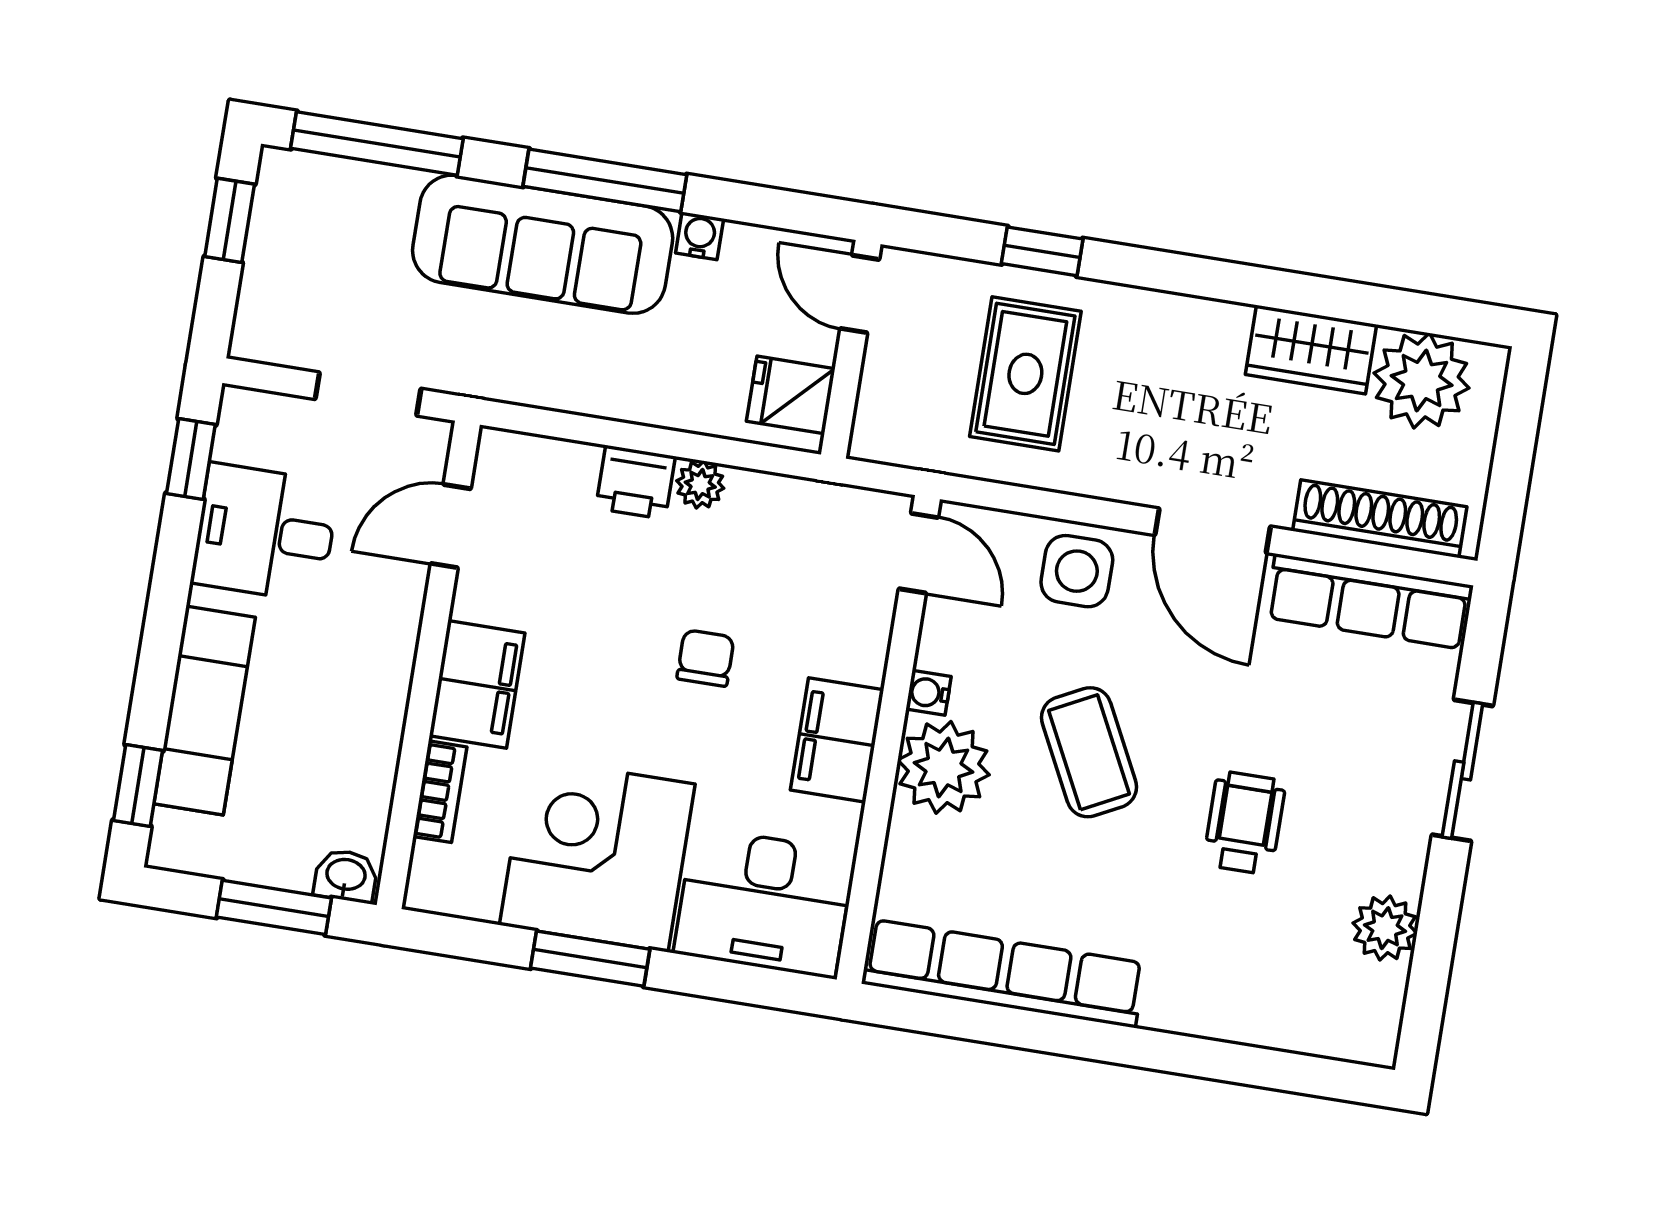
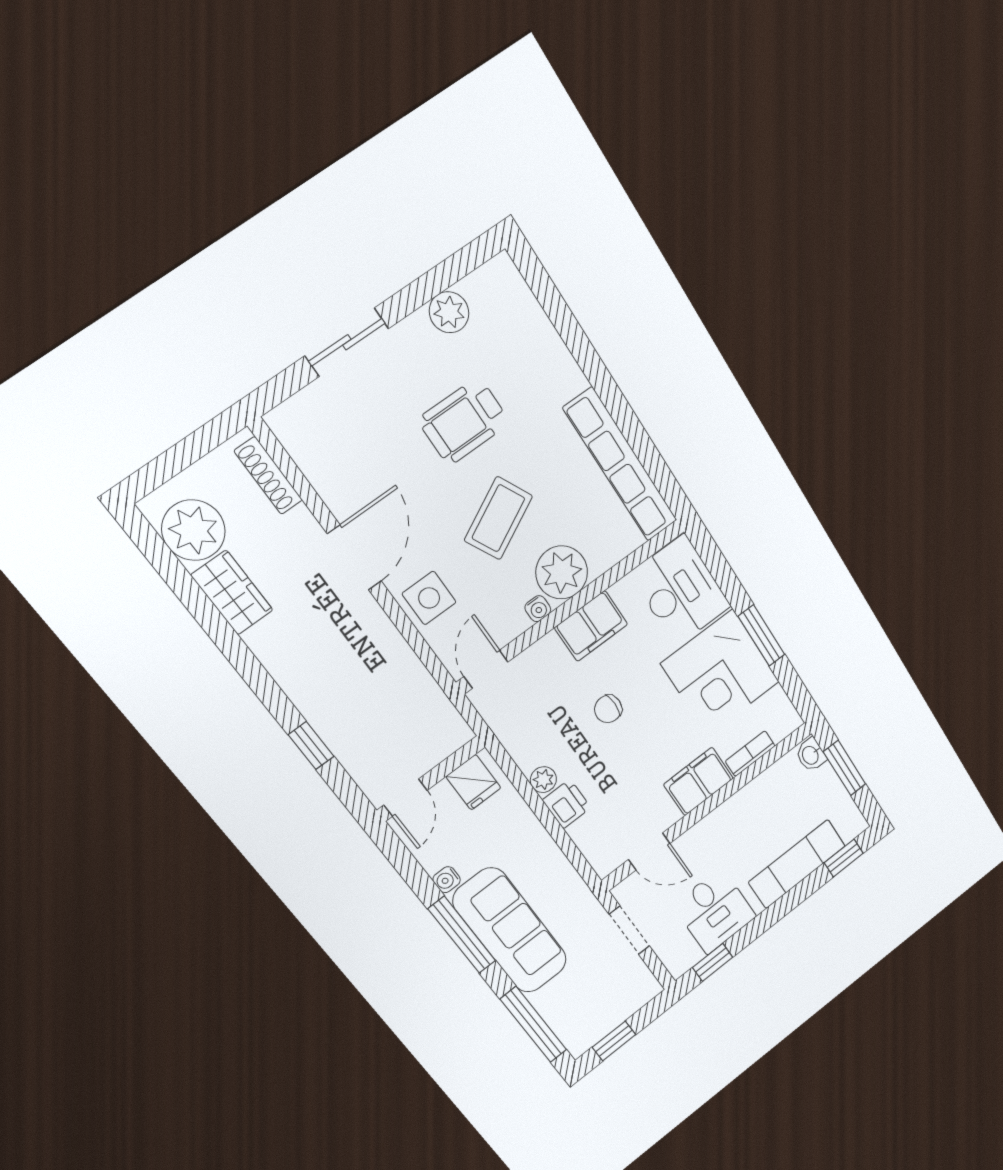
rug: (1025, 374) -> (369, 701), removed
shoe rack: (1380, 519) -> (268, 476), width x0.74, depth x0.81
row of seats: (1369, 602) -> (315, 458), removed
wheelchair: (1244, 823) -> (464, 421), width x1.36, depth x1.37

